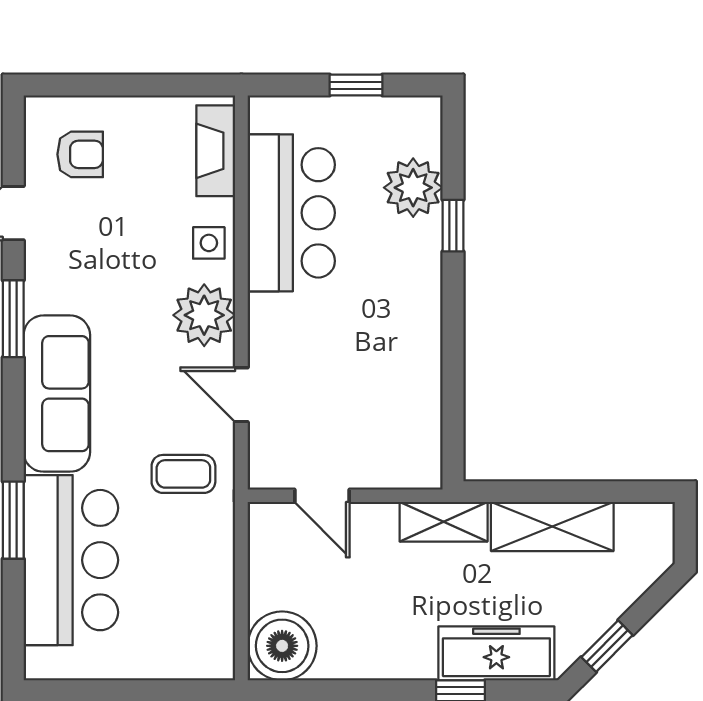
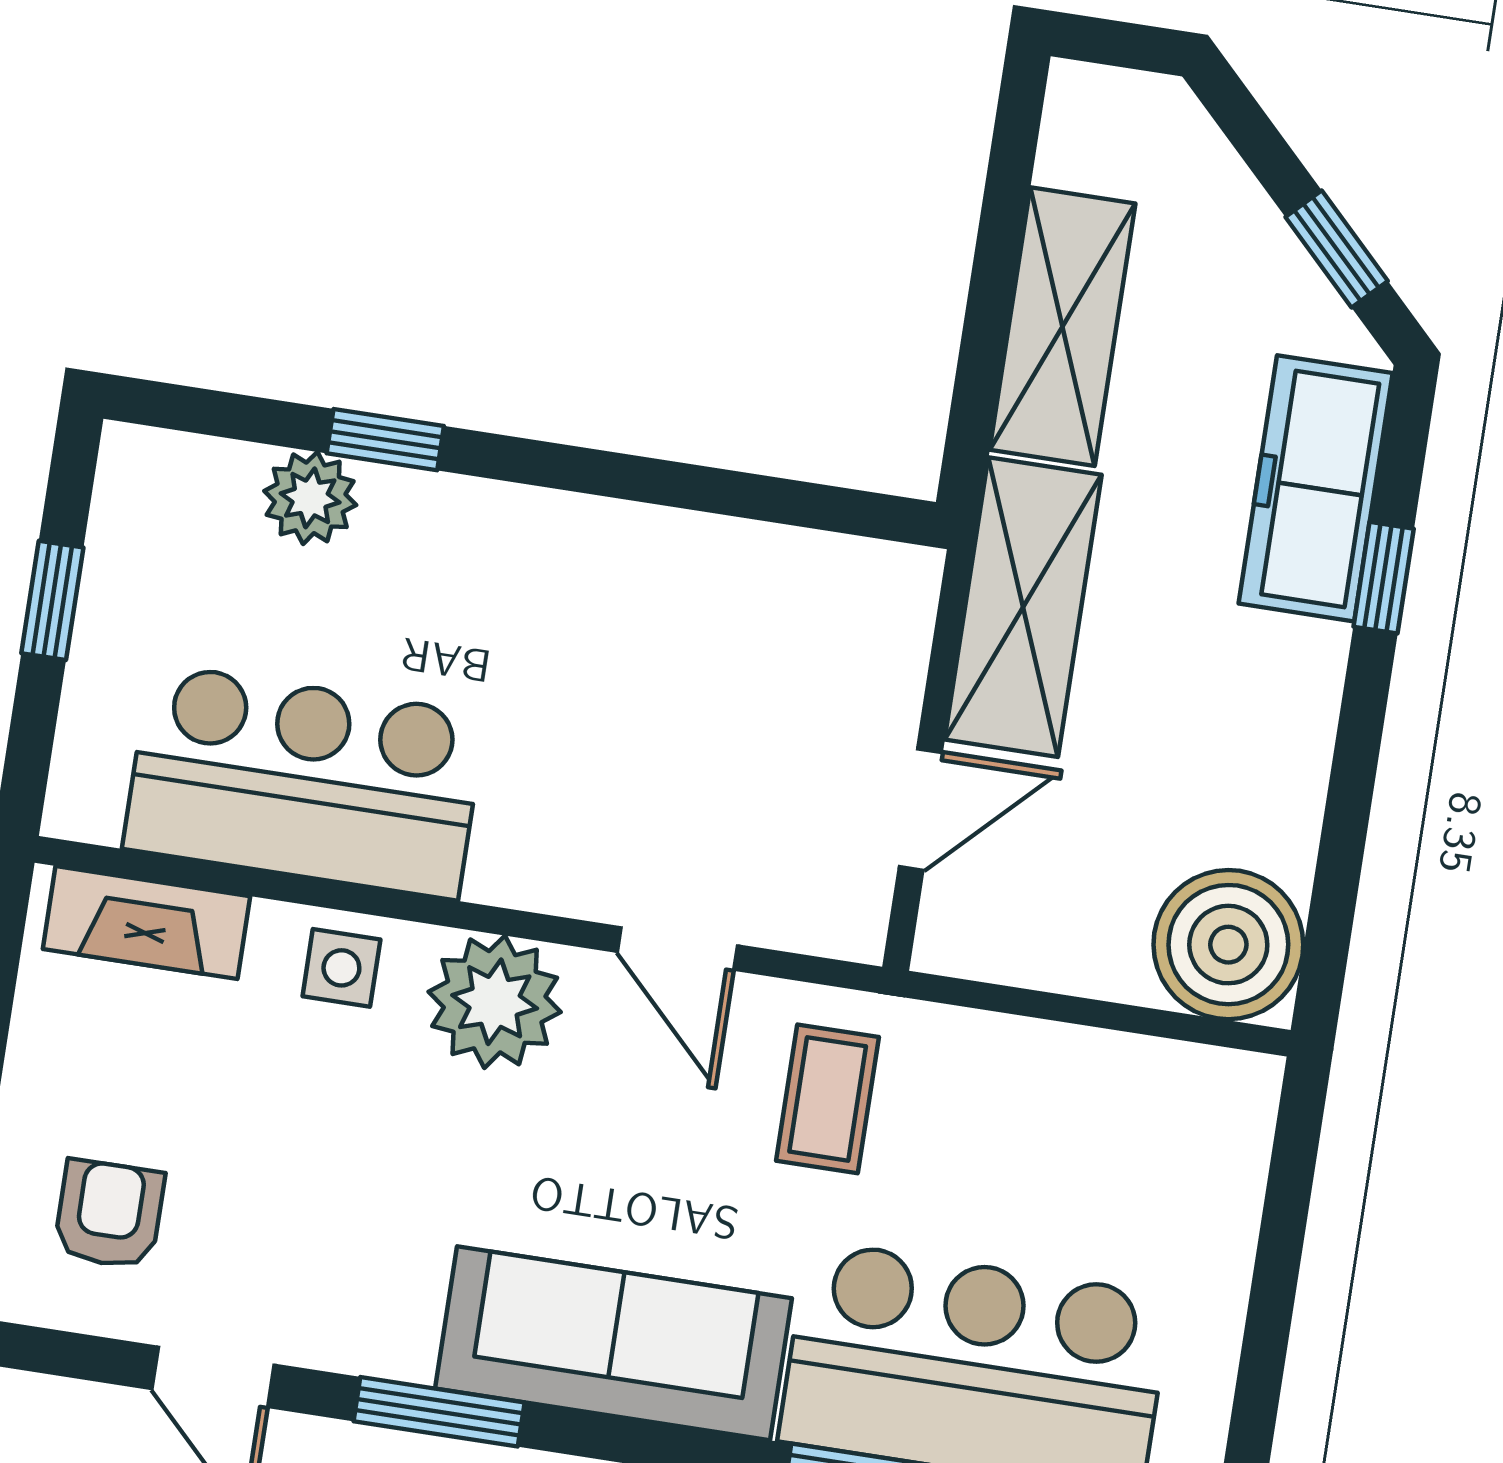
plant: (413, 188) -> (310, 498), width x0.73, depth x0.73
door: (241, 395) -> (677, 949), hinge flipped
shelving: (444, 522) -> (1023, 607), width x1.50, depth x1.33

